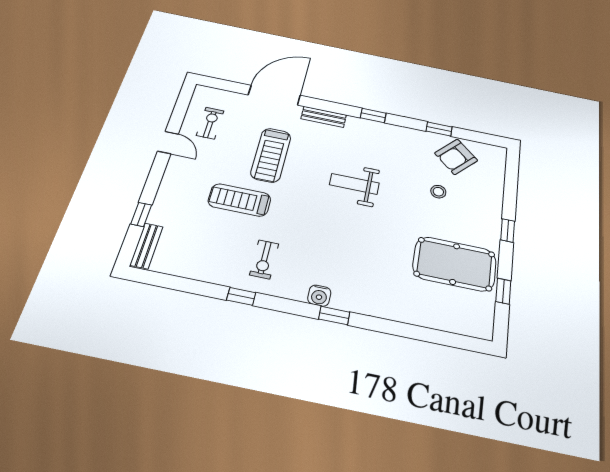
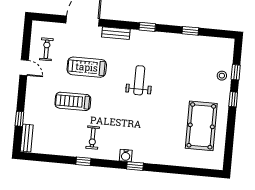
treadmill: (271, 155) -> (87, 67), turned 90
armchair: (456, 157) -> (202, 51), removed
weight bench: (354, 184) -> (139, 80), turned 90
stool: (438, 192) -> (222, 76), moved
pool table: (455, 264) -> (201, 126), turned 90
window: (503, 291) -> (236, 72), moved

